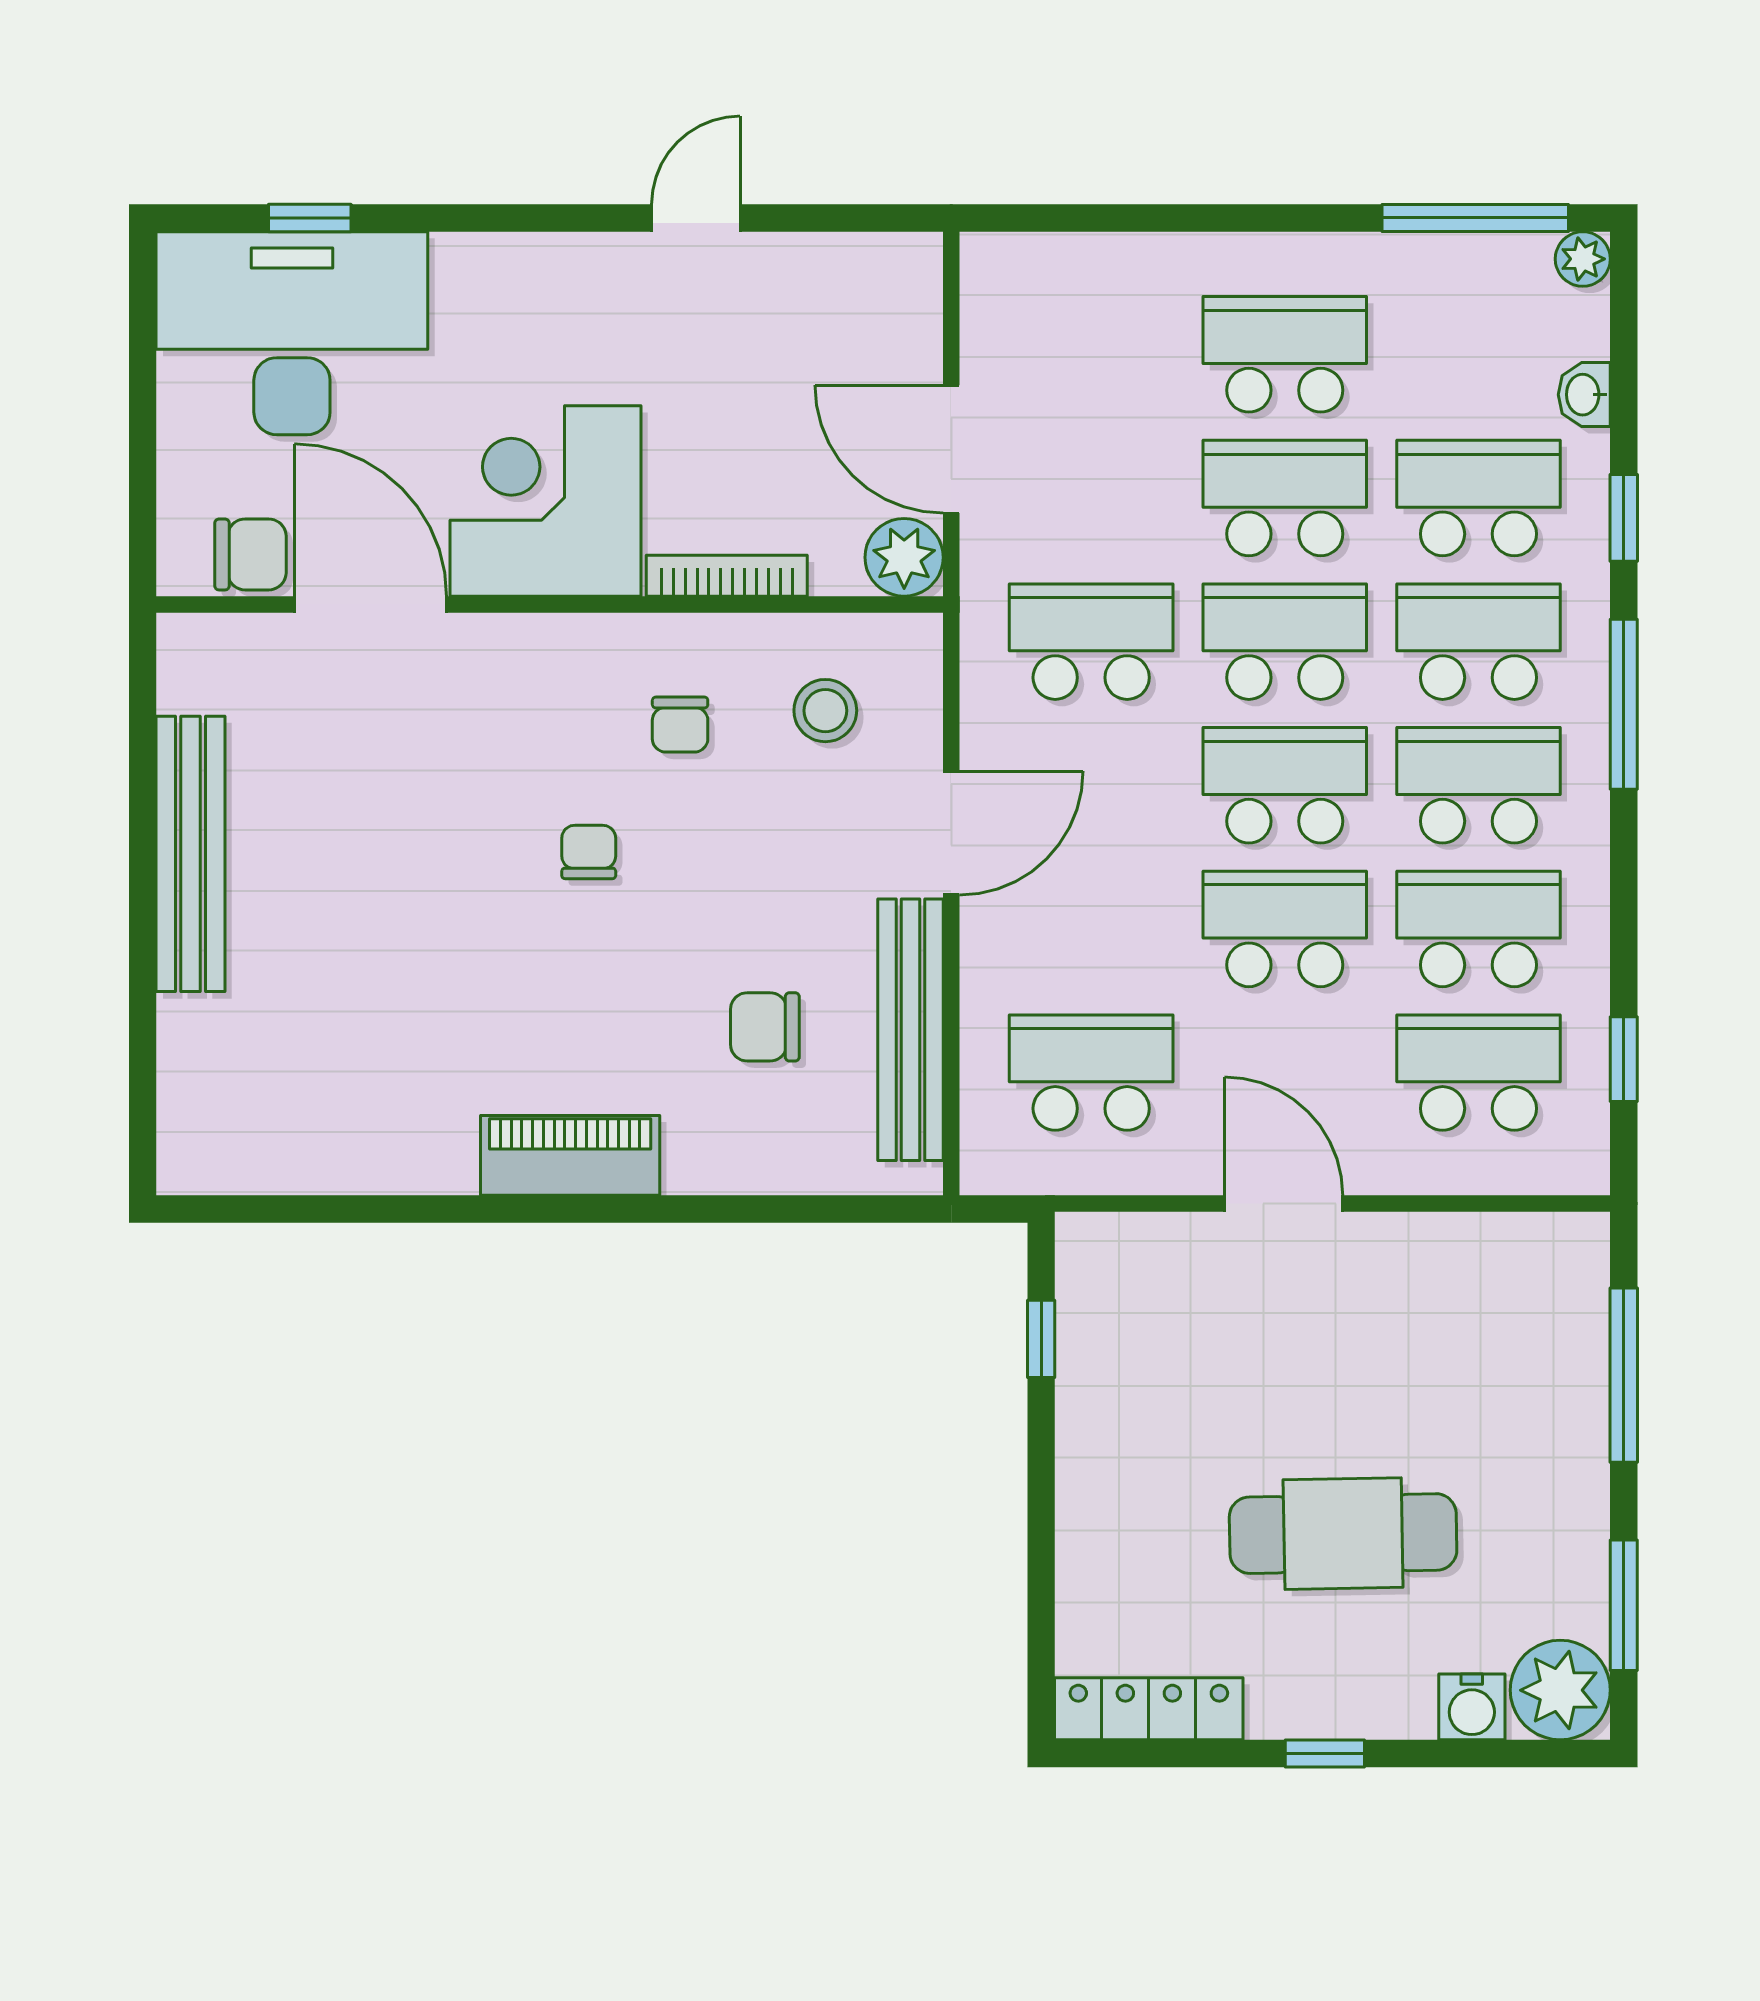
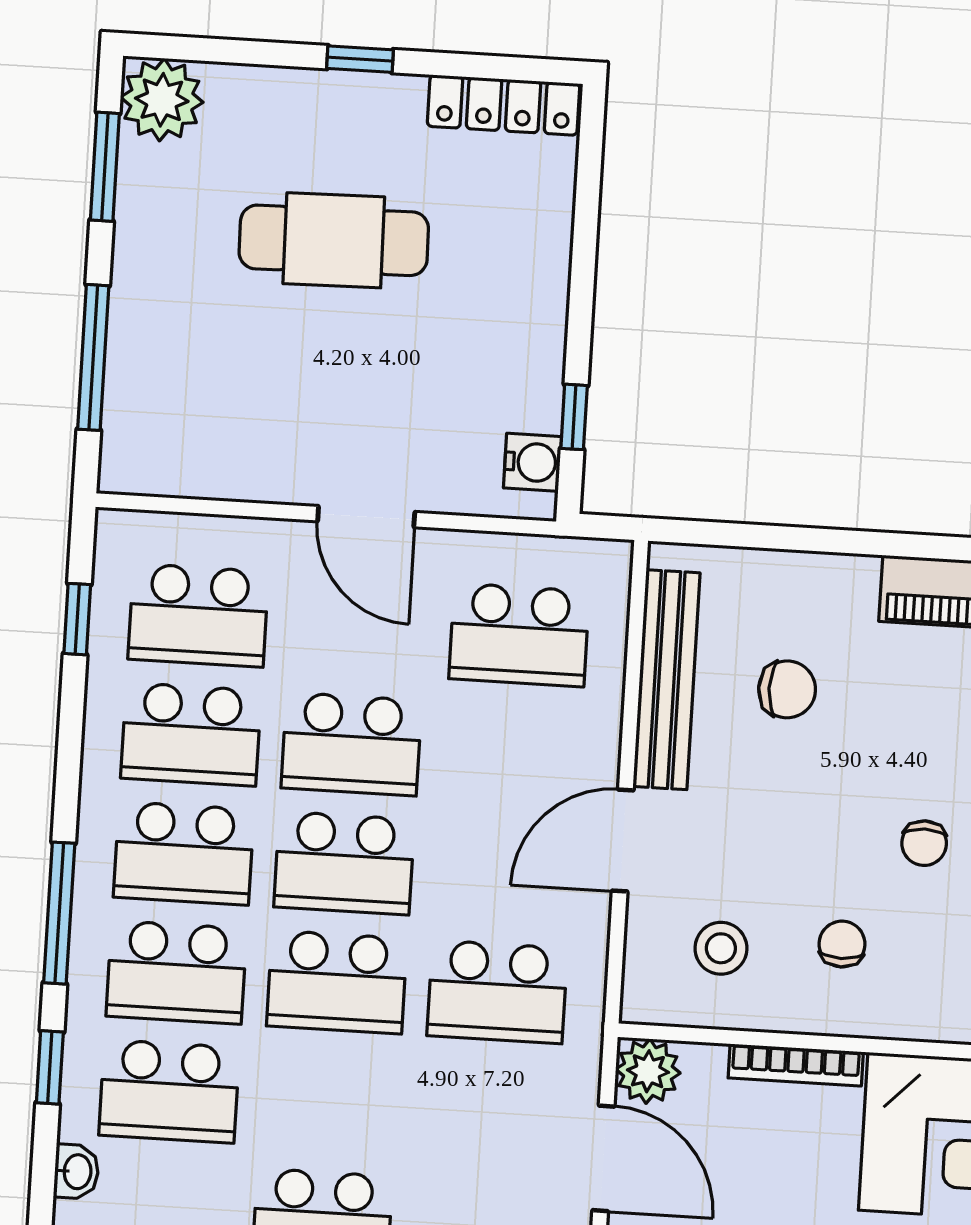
school desk: (1285, 498) -> (330, 1101), removed
water cooler: (1472, 1707) -> (532, 462), moved, turned 90

